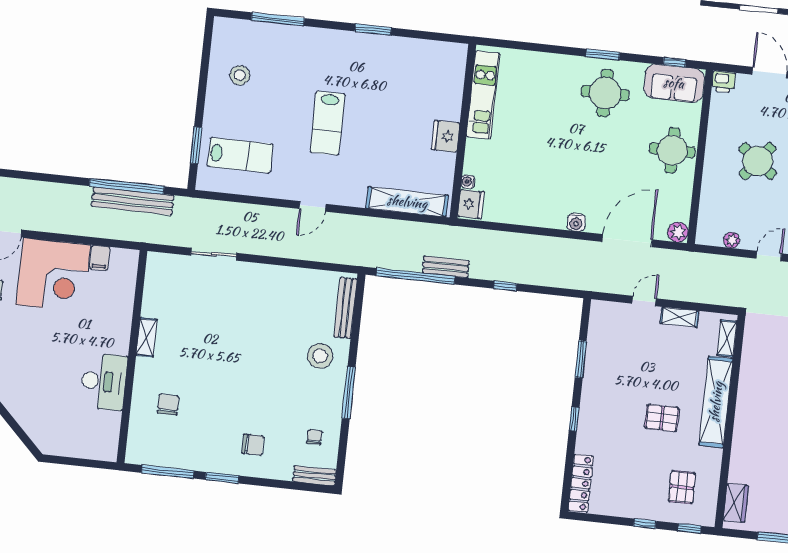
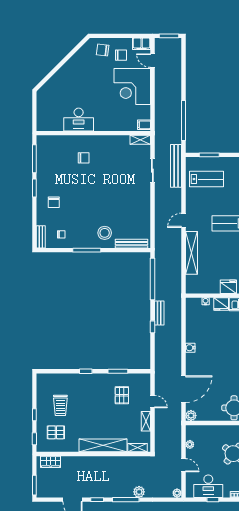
lab bench: (240, 155) -> (206, 179), turned -90
bench: (133, 201) -> (176, 166), moved
shelving: (407, 202) -> (191, 253), moved
fridge: (471, 204) -> (221, 304), moved
door: (313, 206) -> (183, 220), hinge flipped
water cooler: (576, 222) -> (190, 348), moved
door: (627, 241) -> (183, 389), hinge flipped
filing cabinet: (100, 258) -> (144, 125), moved
bench: (446, 267) -> (159, 313), moved
shelving: (147, 337) -> (140, 140), moved
chair: (168, 405) -> (84, 158), moved
pallet: (662, 418) -> (122, 395), moved
trolley: (633, 473) -> (60, 405), added
locker: (581, 483) -> (52, 378), removed

